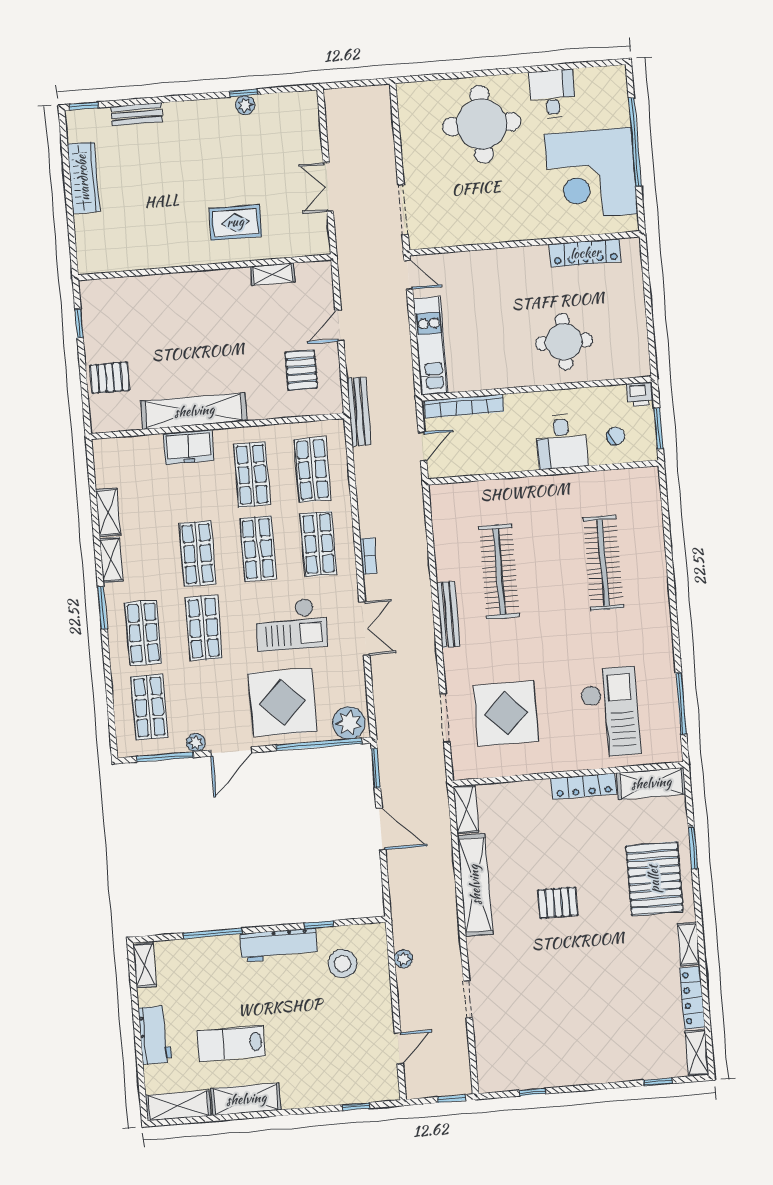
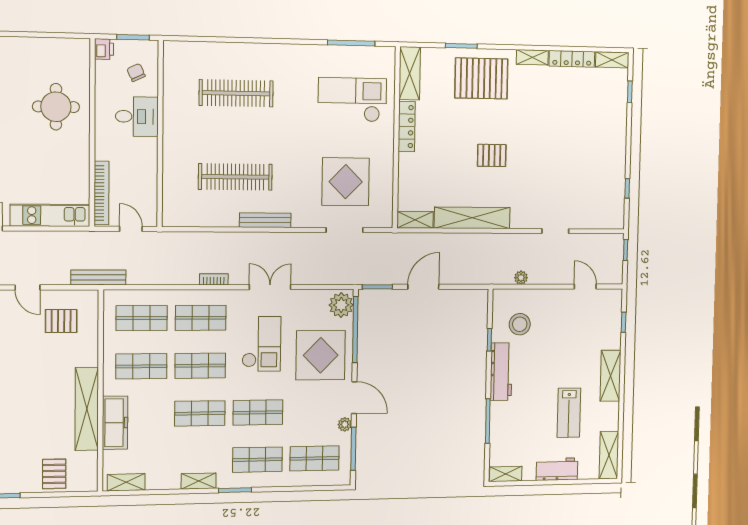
freezer: (188, 447) -> (115, 423), width x1.40
shelving: (108, 512) -> (126, 482), moved
pallet: (558, 903) -> (492, 155), turned 90
shelving: (246, 1099) -> (610, 376), moved

